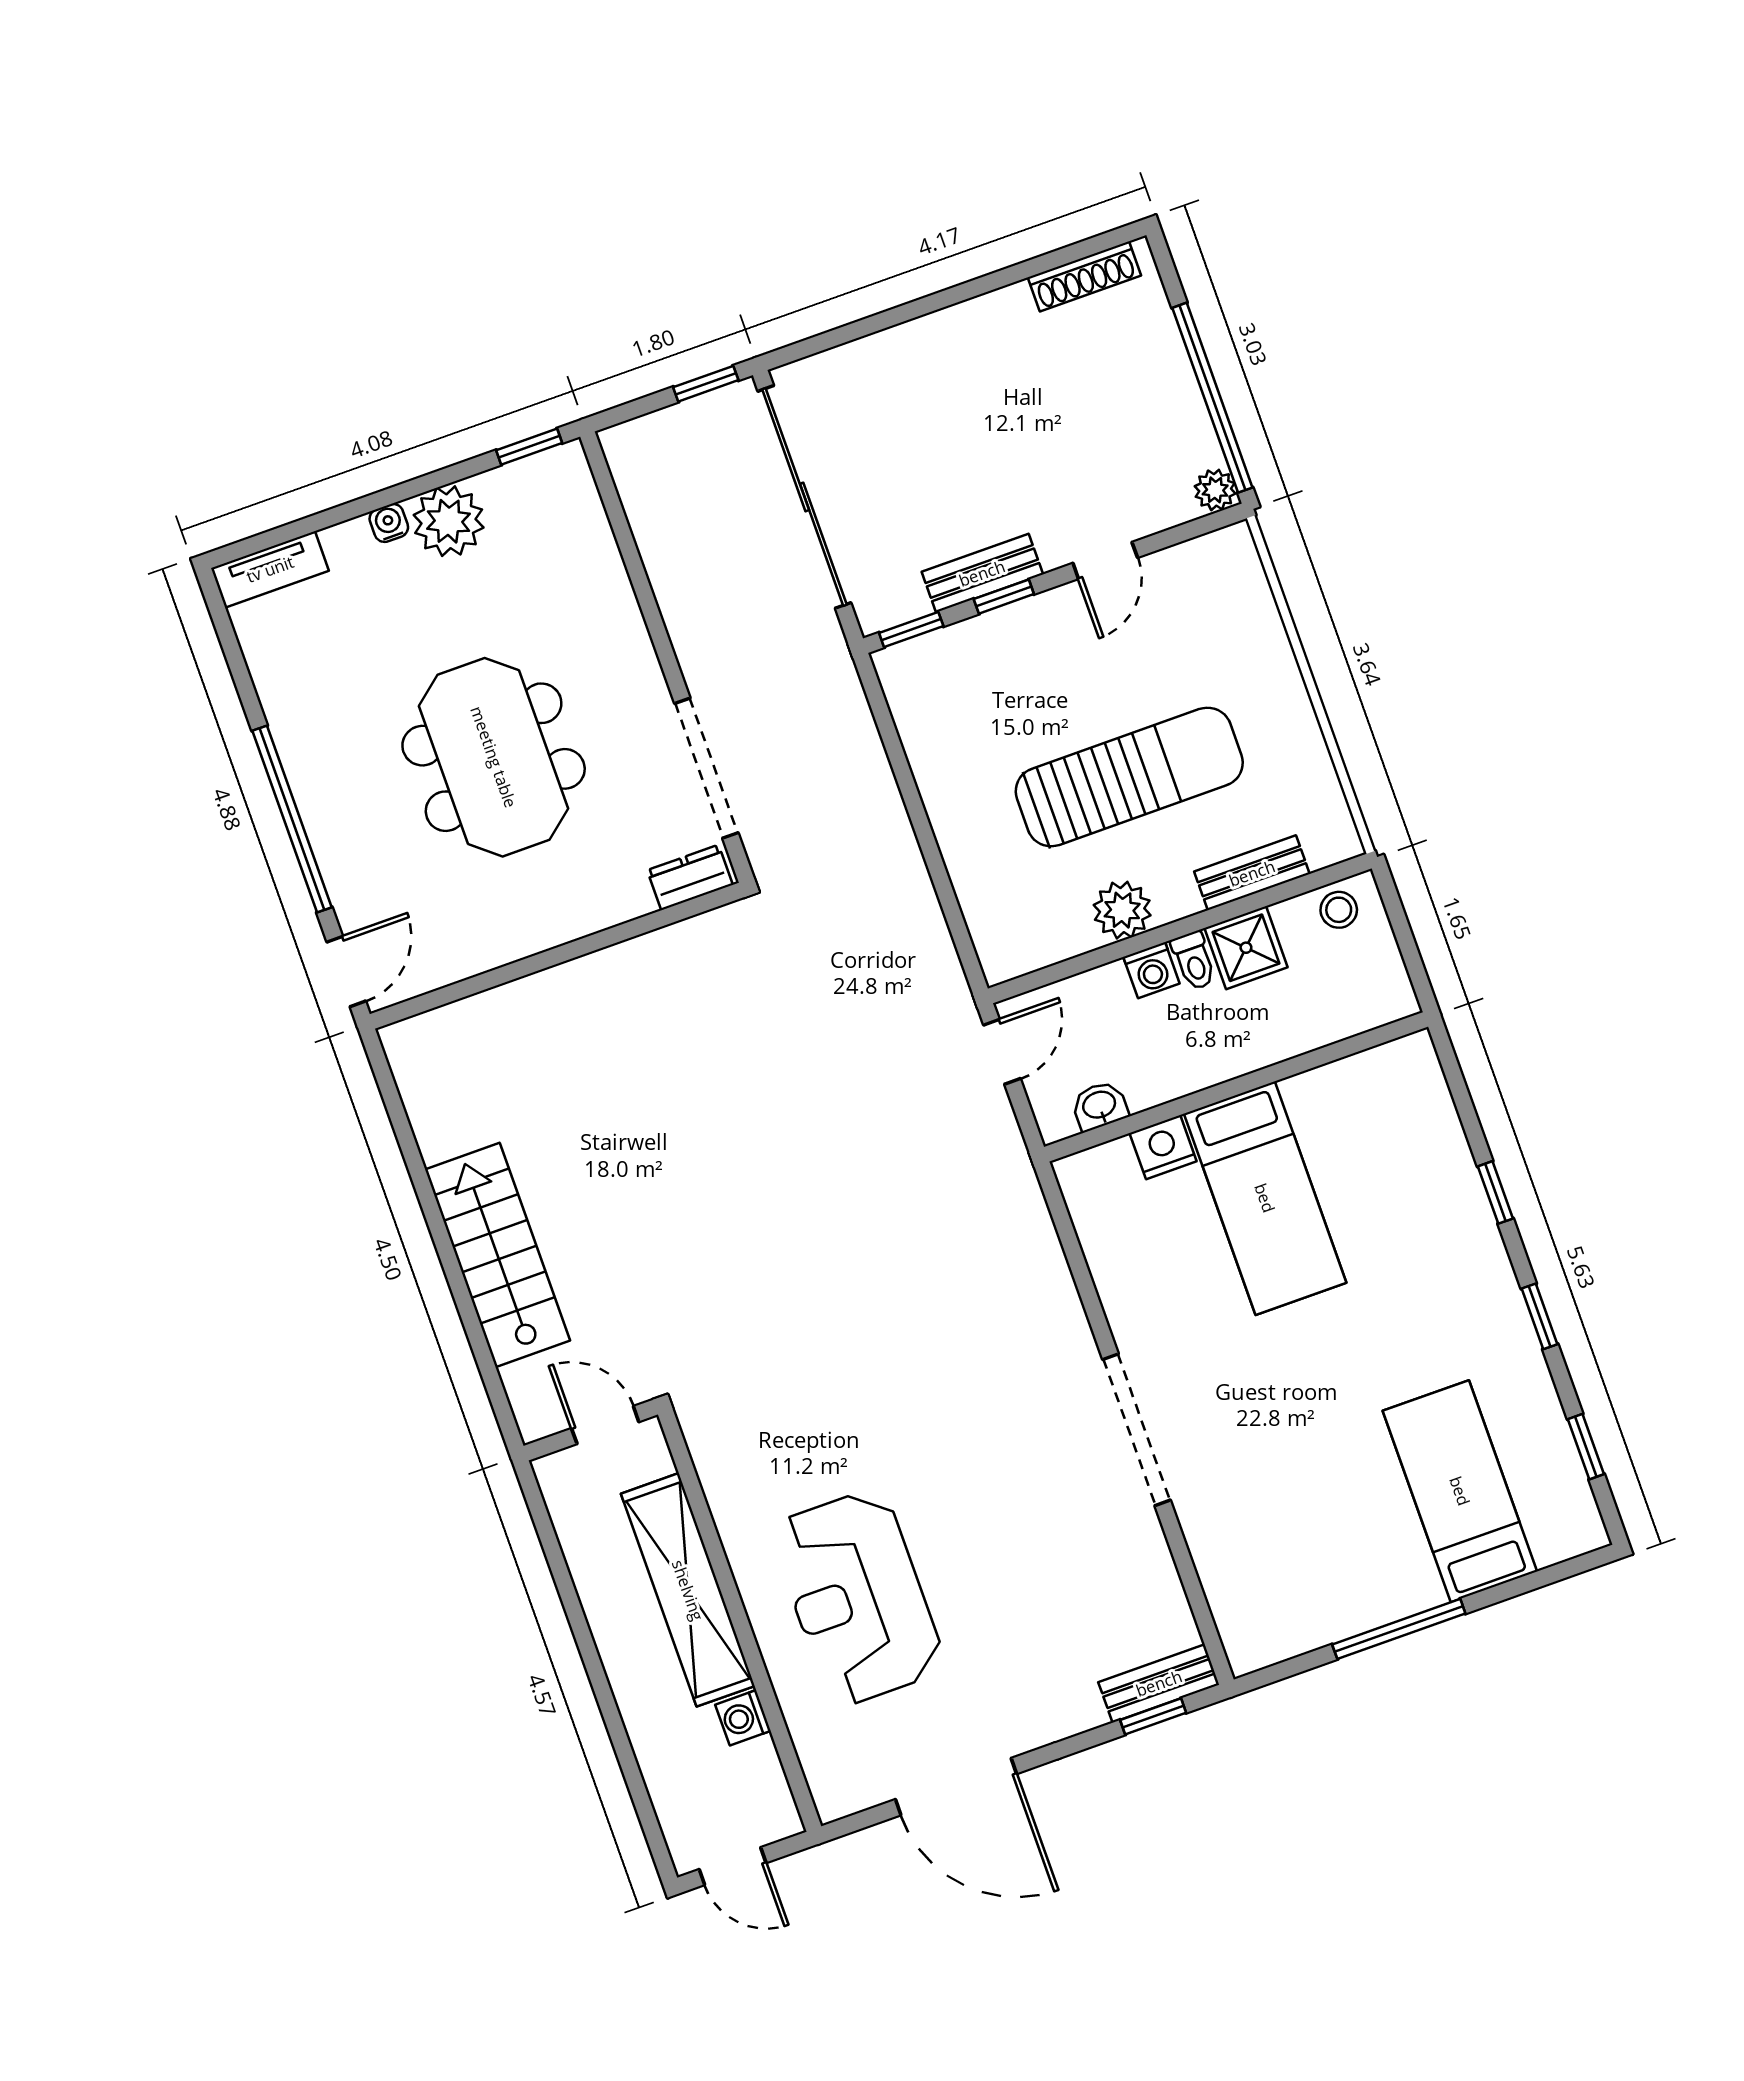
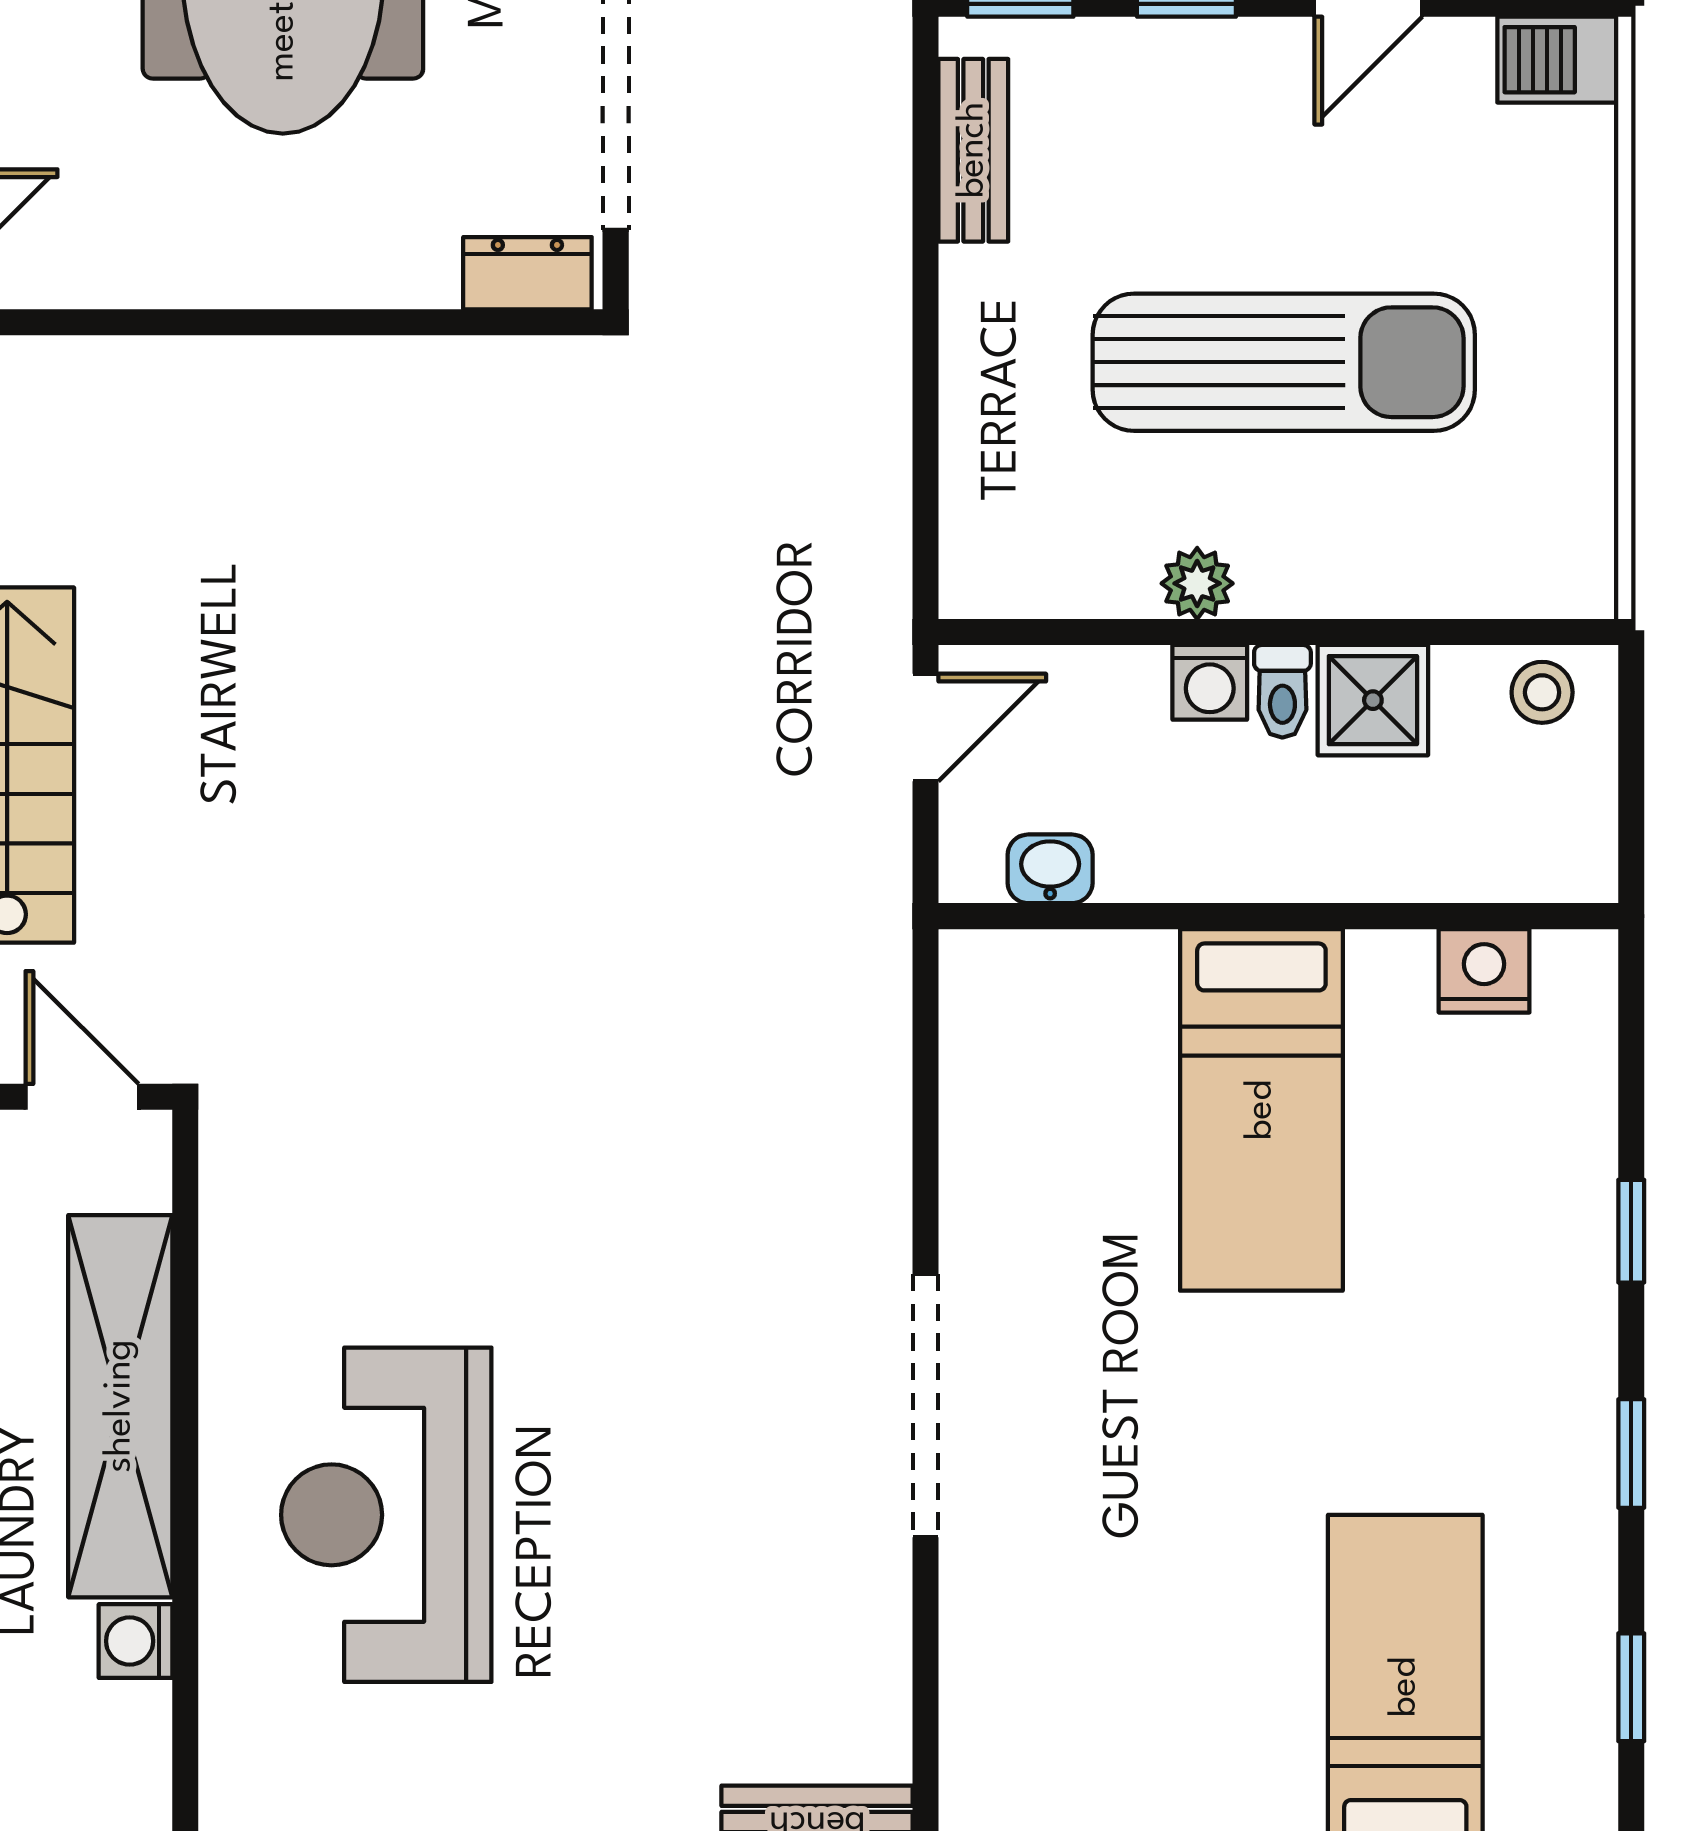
barbecue: (1222, 554) -> (1558, 60), added
bench: (1252, 873) -> (973, 150), moved, turned 90
plant: (1122, 910) -> (1197, 583), width x0.73, depth x0.73
nightstand: (1163, 1147) -> (1484, 971), moved

